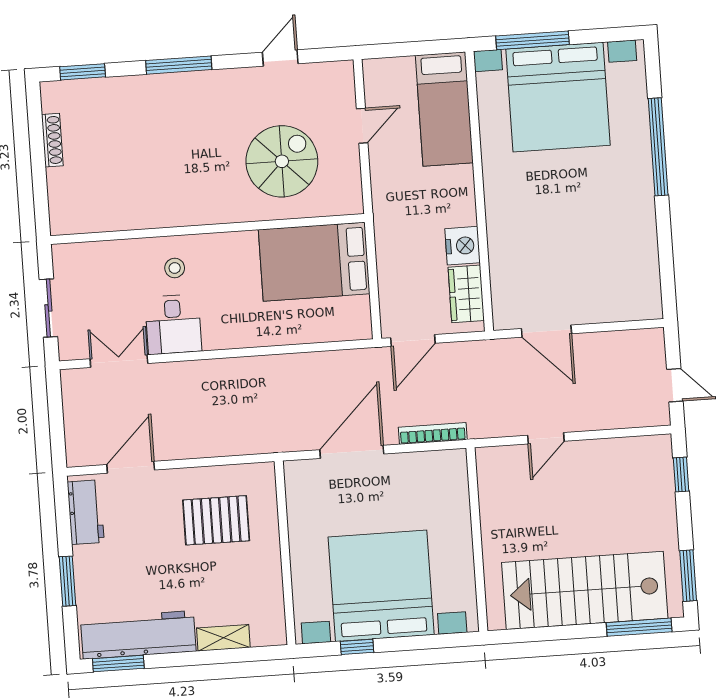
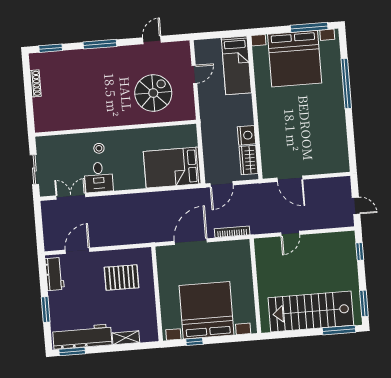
window: (533, 40) -> (309, 27), moved
bed: (314, 262) -> (172, 168), moved

